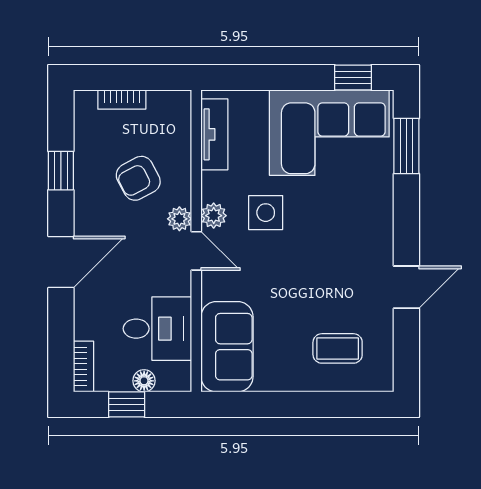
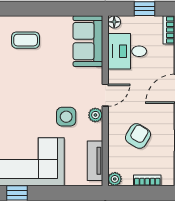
armchair: (138, 178) -> (138, 136), turned -31
plant: (179, 219) -> (115, 179), moved
door: (196, 251) -> (105, 95), swing flipped
floor lamp: (144, 381) -> (114, 22), moved

